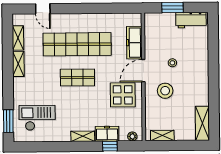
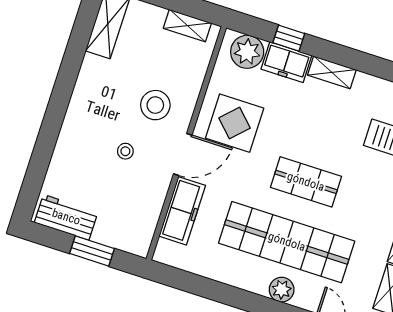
plant: (72, 20) -> (282, 290), added
plant: (132, 136) -> (247, 52), width x1.87, depth x1.87

